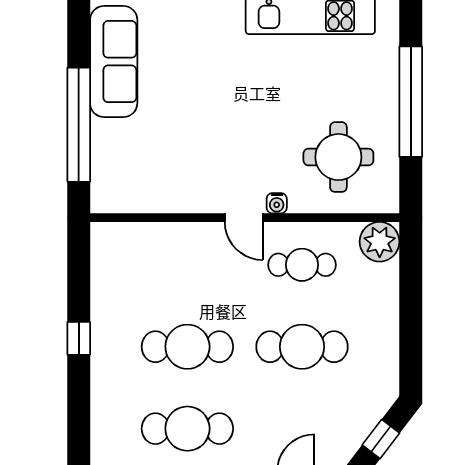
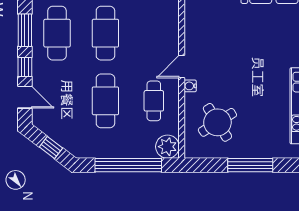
window: (411, 102) -> (250, 165), width x0.68
round table: (338, 157) -> (217, 122), turned -32
window: (411, 308) -> (128, 165), added

